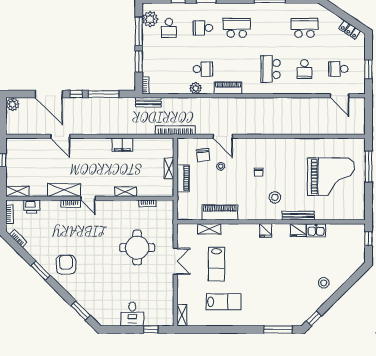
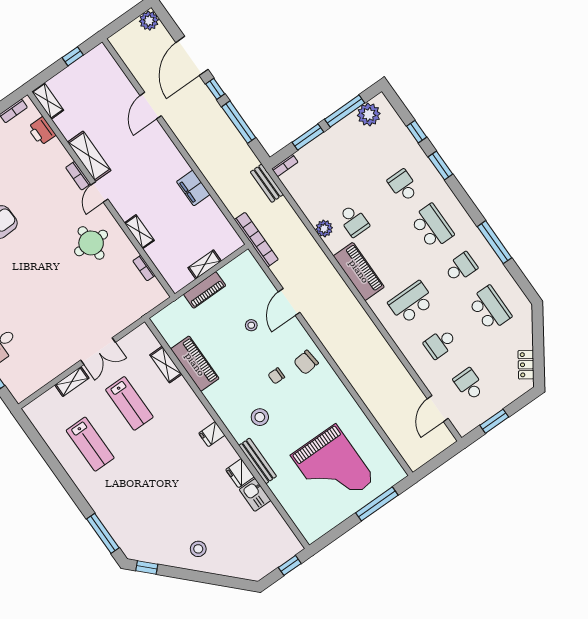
school desk: (169, 28) -> (461, 267), moved, turned 180
piano: (228, 88) -> (359, 271), width x1.37, depth x1.33
chair: (203, 155) -> (306, 362), moved
round table: (137, 248) -> (91, 243), moved, width x0.73, depth x0.73
lab bench: (216, 264) -> (129, 403), turned -90
shelving: (182, 315) -> (72, 382), moved

